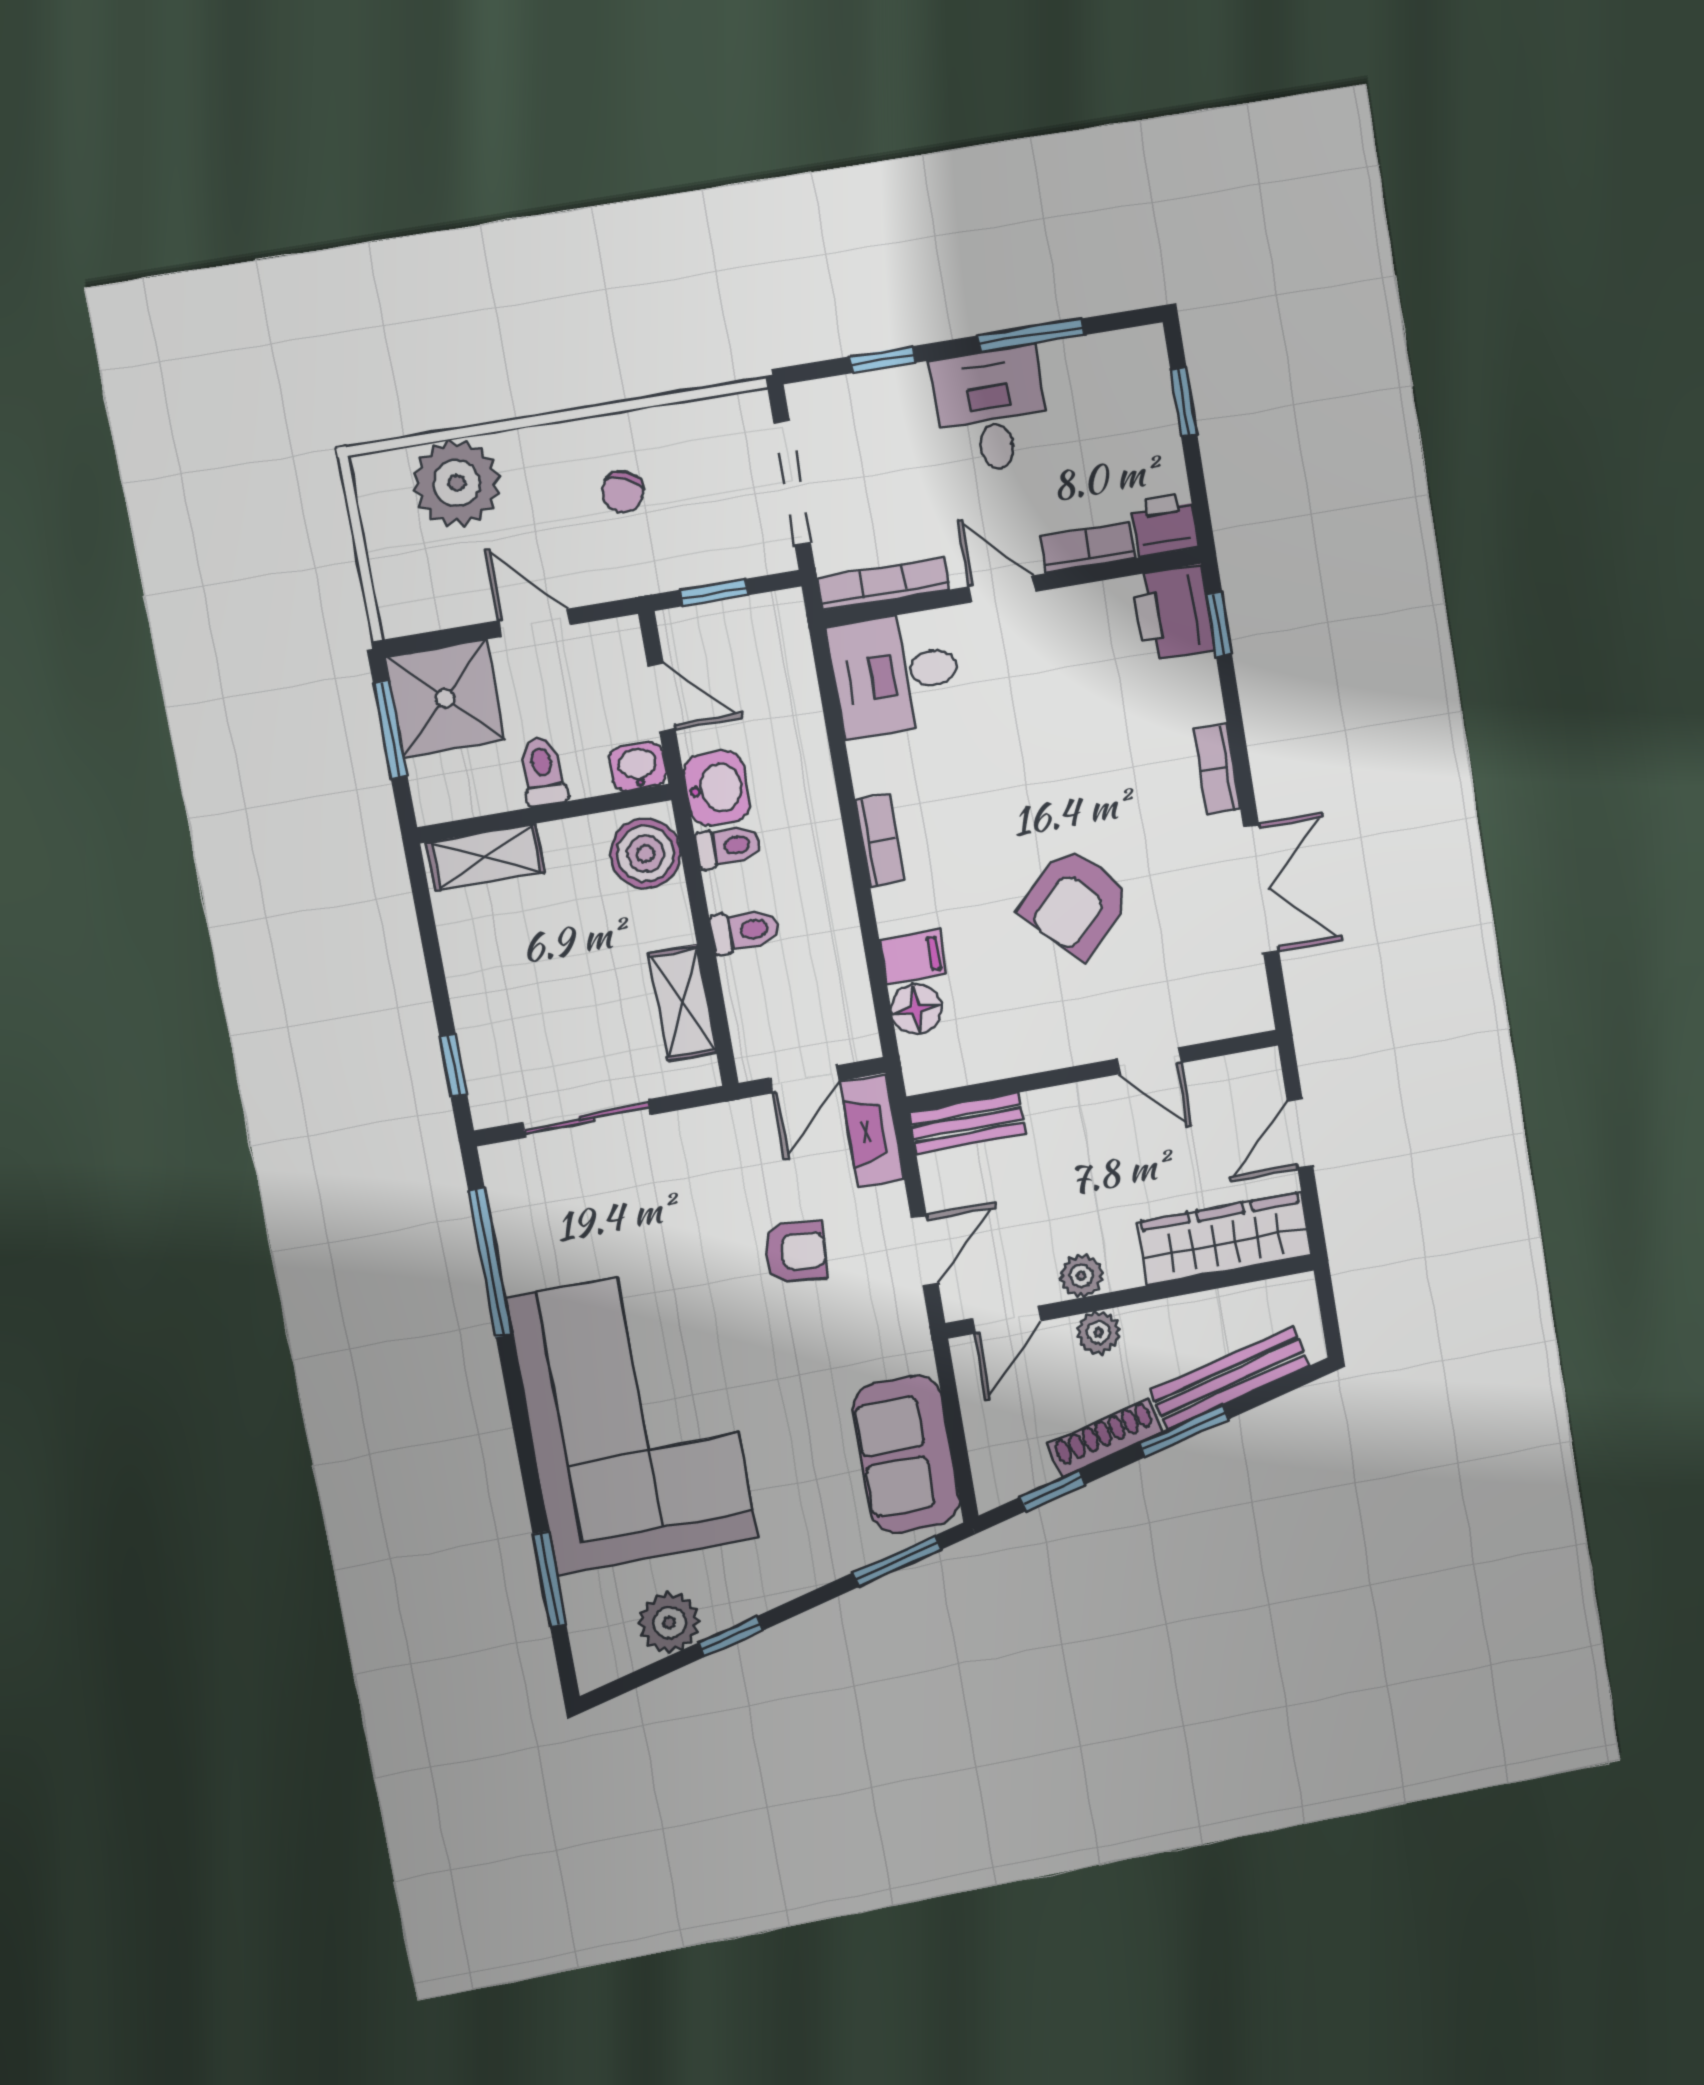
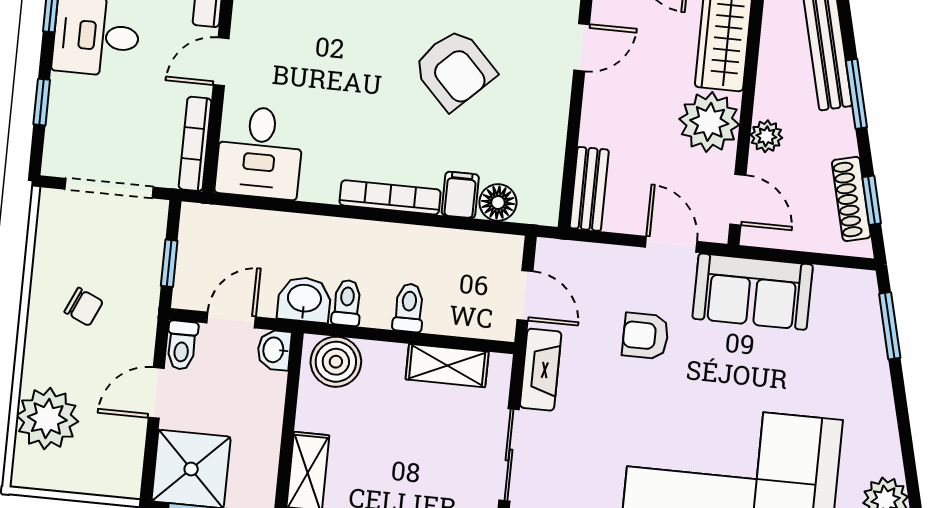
toilet: (543, 771) -> (182, 345), moved, turned -90
bookcase: (880, 840) -> (390, 197), width x1.56
fireplace: (872, 1131) -> (541, 370), moved, turned -90
armchair: (795, 1252) -> (645, 336), turned -95
plant: (1081, 1276) -> (709, 122), width x1.88, depth x1.88
shoe rack: (1105, 1438) -> (851, 199), moved
sofa: (906, 1454) -> (753, 292), moved
window: (731, 1636) -> (909, 459), removed

